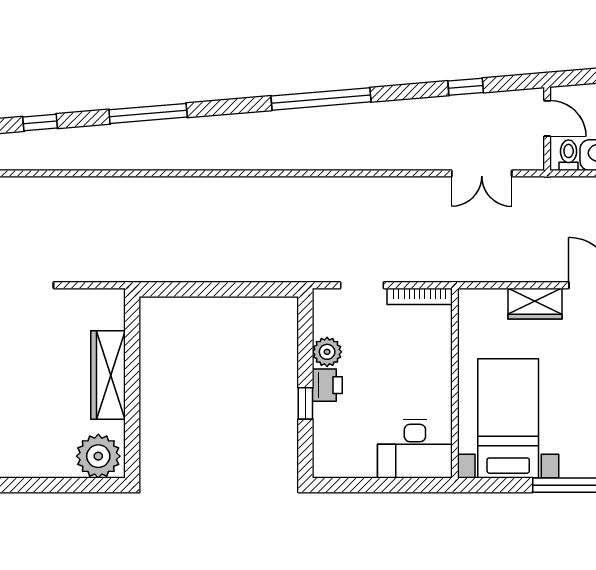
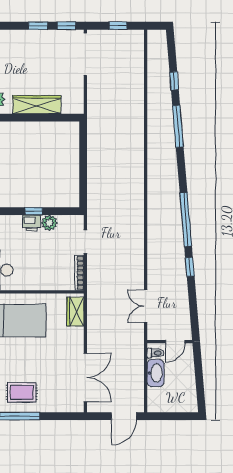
window: (466, 87) -> (190, 267), moved
window: (40, 123) -> (174, 81), moved
wardrobe: (535, 304) -> (75, 312), moved
window: (305, 403) -> (34, 211), moved

